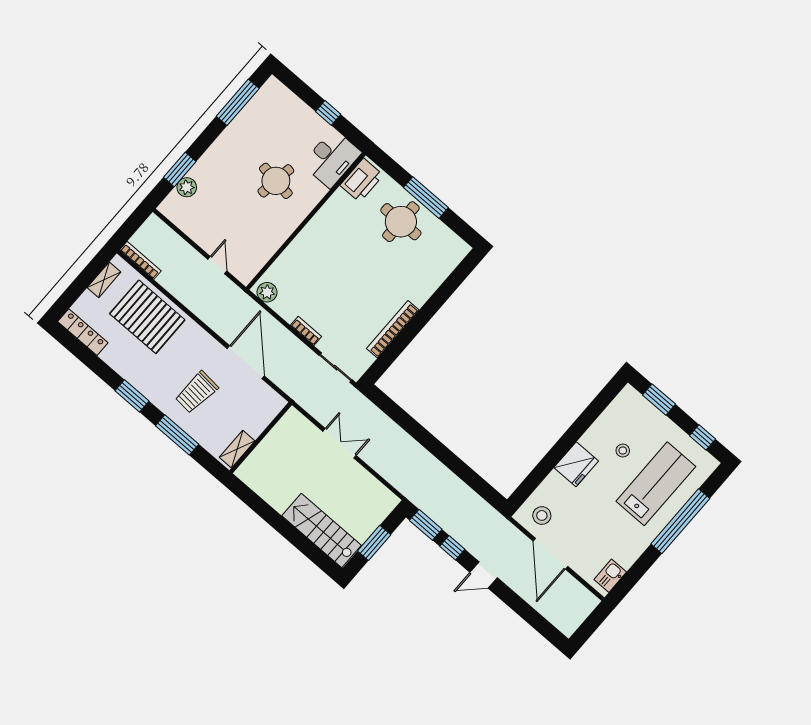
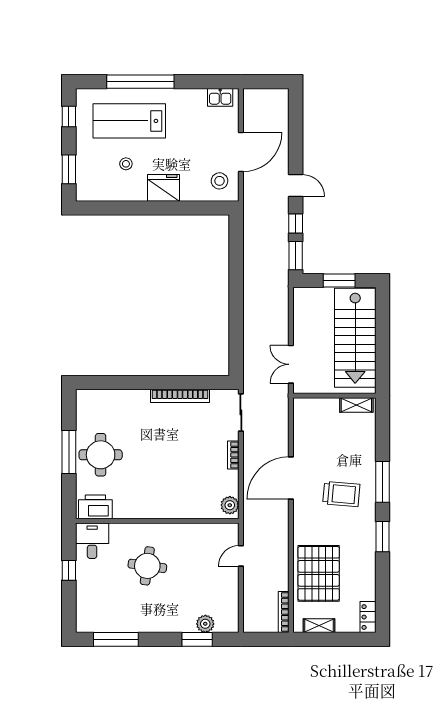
desk: (332, 158) -> (92, 541), width x0.73
locker: (83, 332) -> (368, 617), width x0.66
wall: (261, 438) -> (334, 396), moved
shelving: (237, 449) -> (356, 405), moved
stairs: (321, 531) -> (355, 338), width x1.36, depth x1.51

